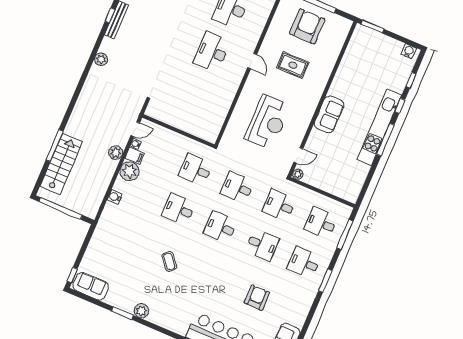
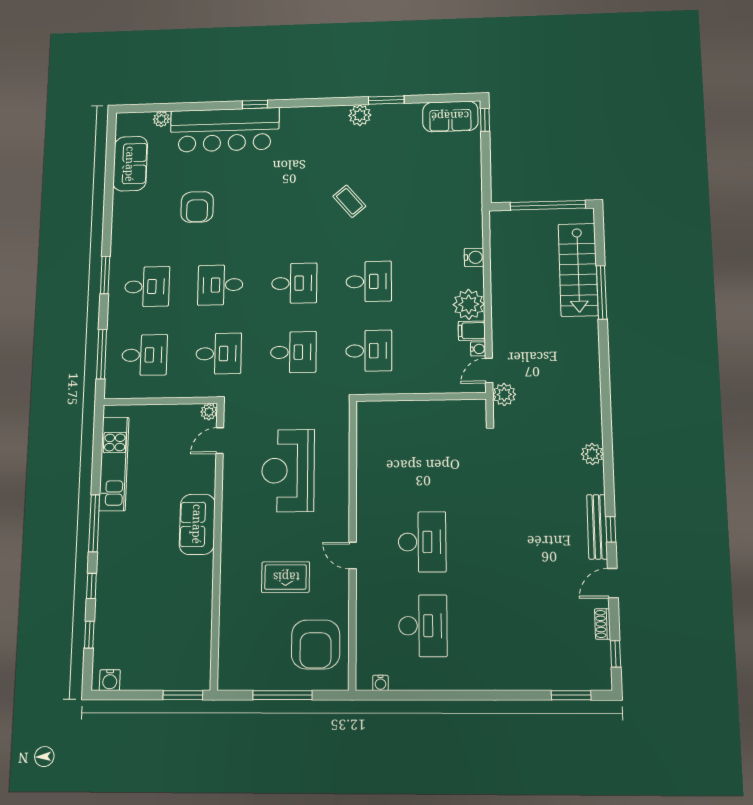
armchair: (307, 26) -> (316, 644), moved
kitchen unit: (379, 127) -> (114, 464), moved, width x0.73
plant: (116, 153) -> (504, 394), moved

